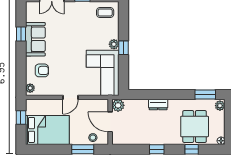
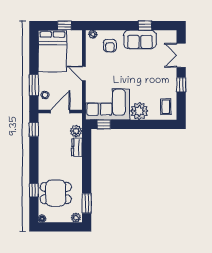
plant: (114, 44) -> (139, 111), width x1.88, depth x1.88
window: (123, 48) -> (104, 124), moved
dresser: (158, 104) -> (77, 147), moved
plant: (118, 105) -> (76, 131), moved
window: (157, 149) -> (34, 130), moved

